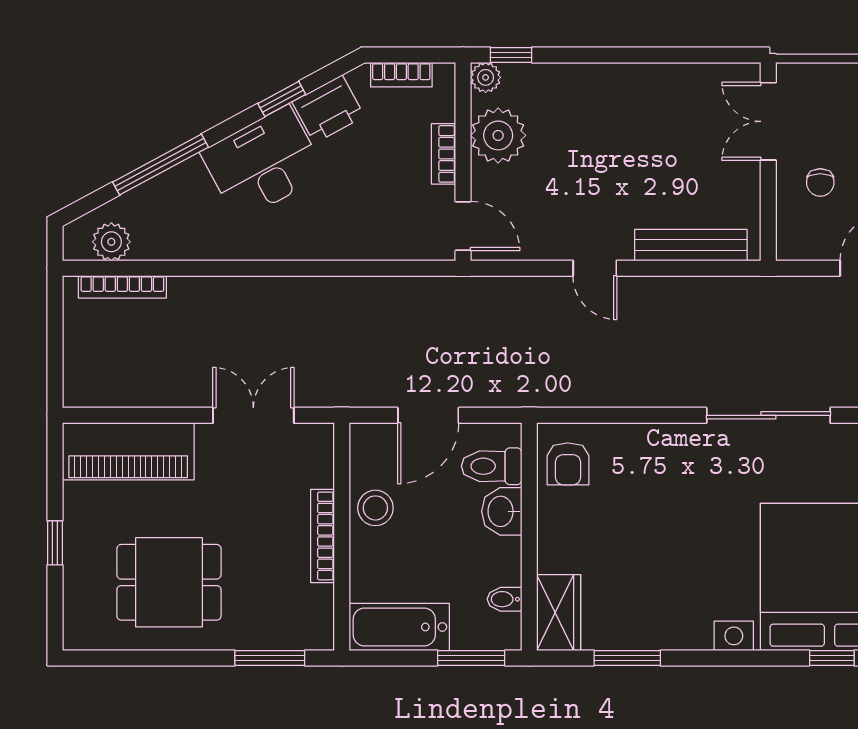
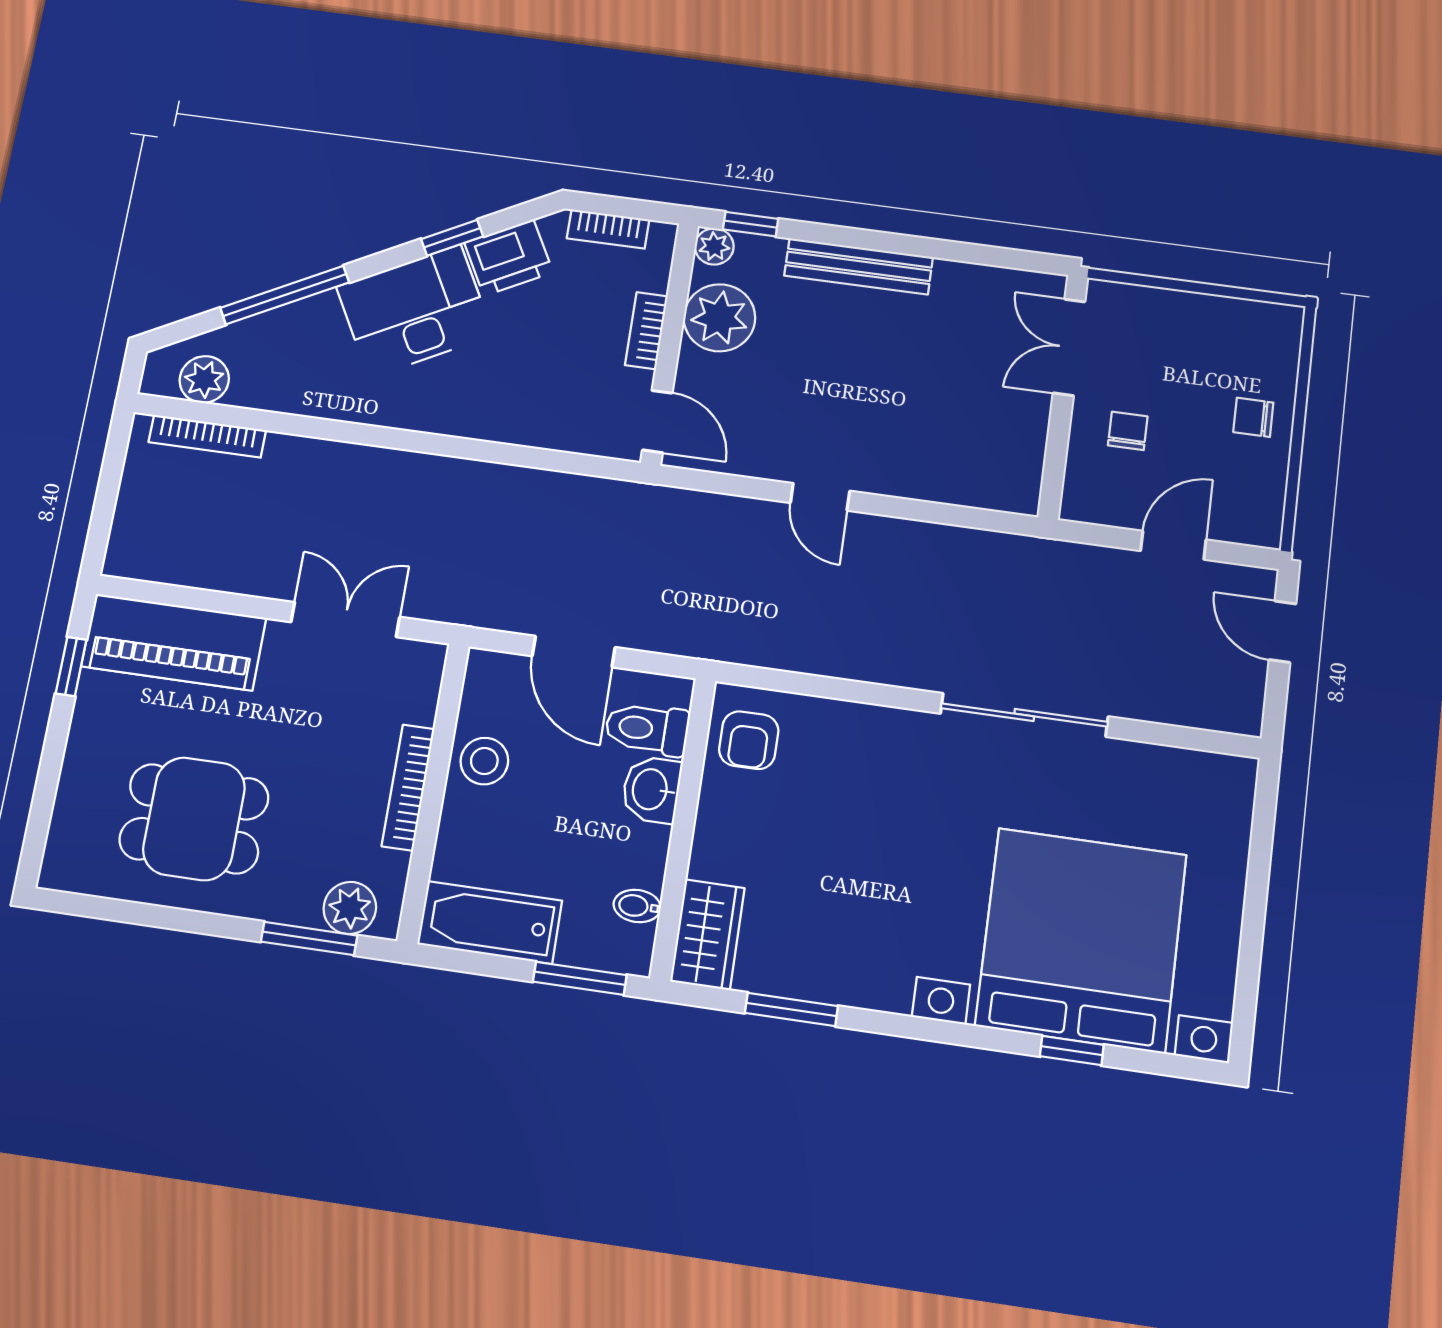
chair: (820, 182) -> (1128, 431), turned 180
bench: (691, 245) -> (859, 266), moved
door: (428, 415) -> (574, 652), hinge flipped
window: (55, 543) -> (71, 667), moved
plant: (295, 631) -> (350, 908), added

